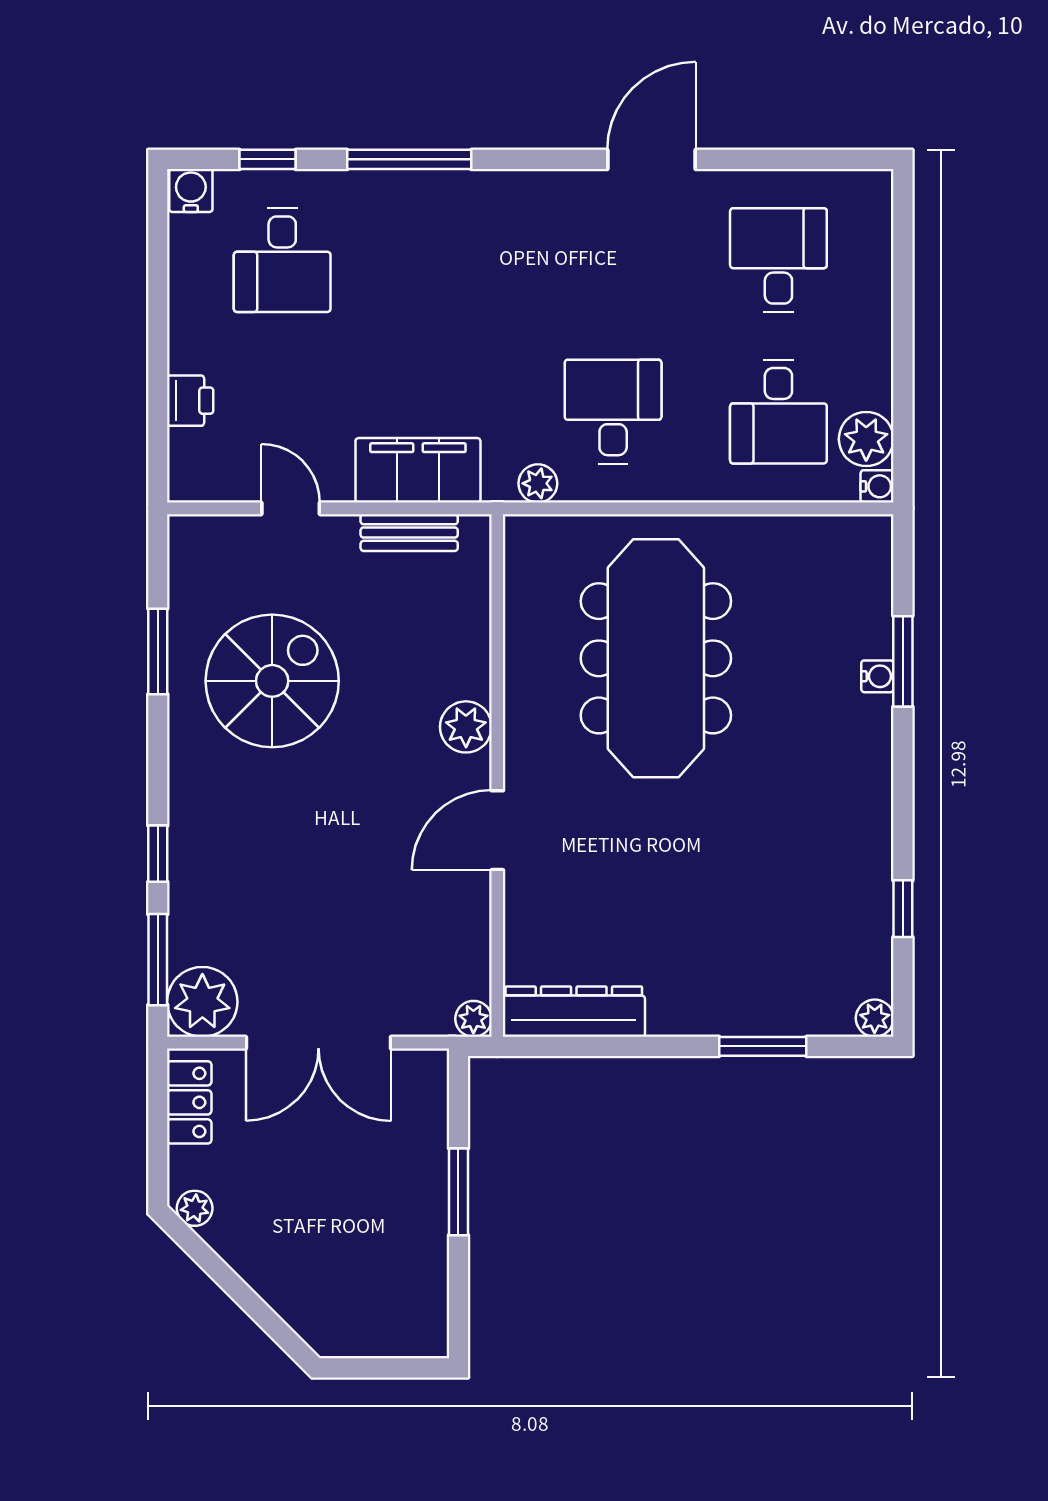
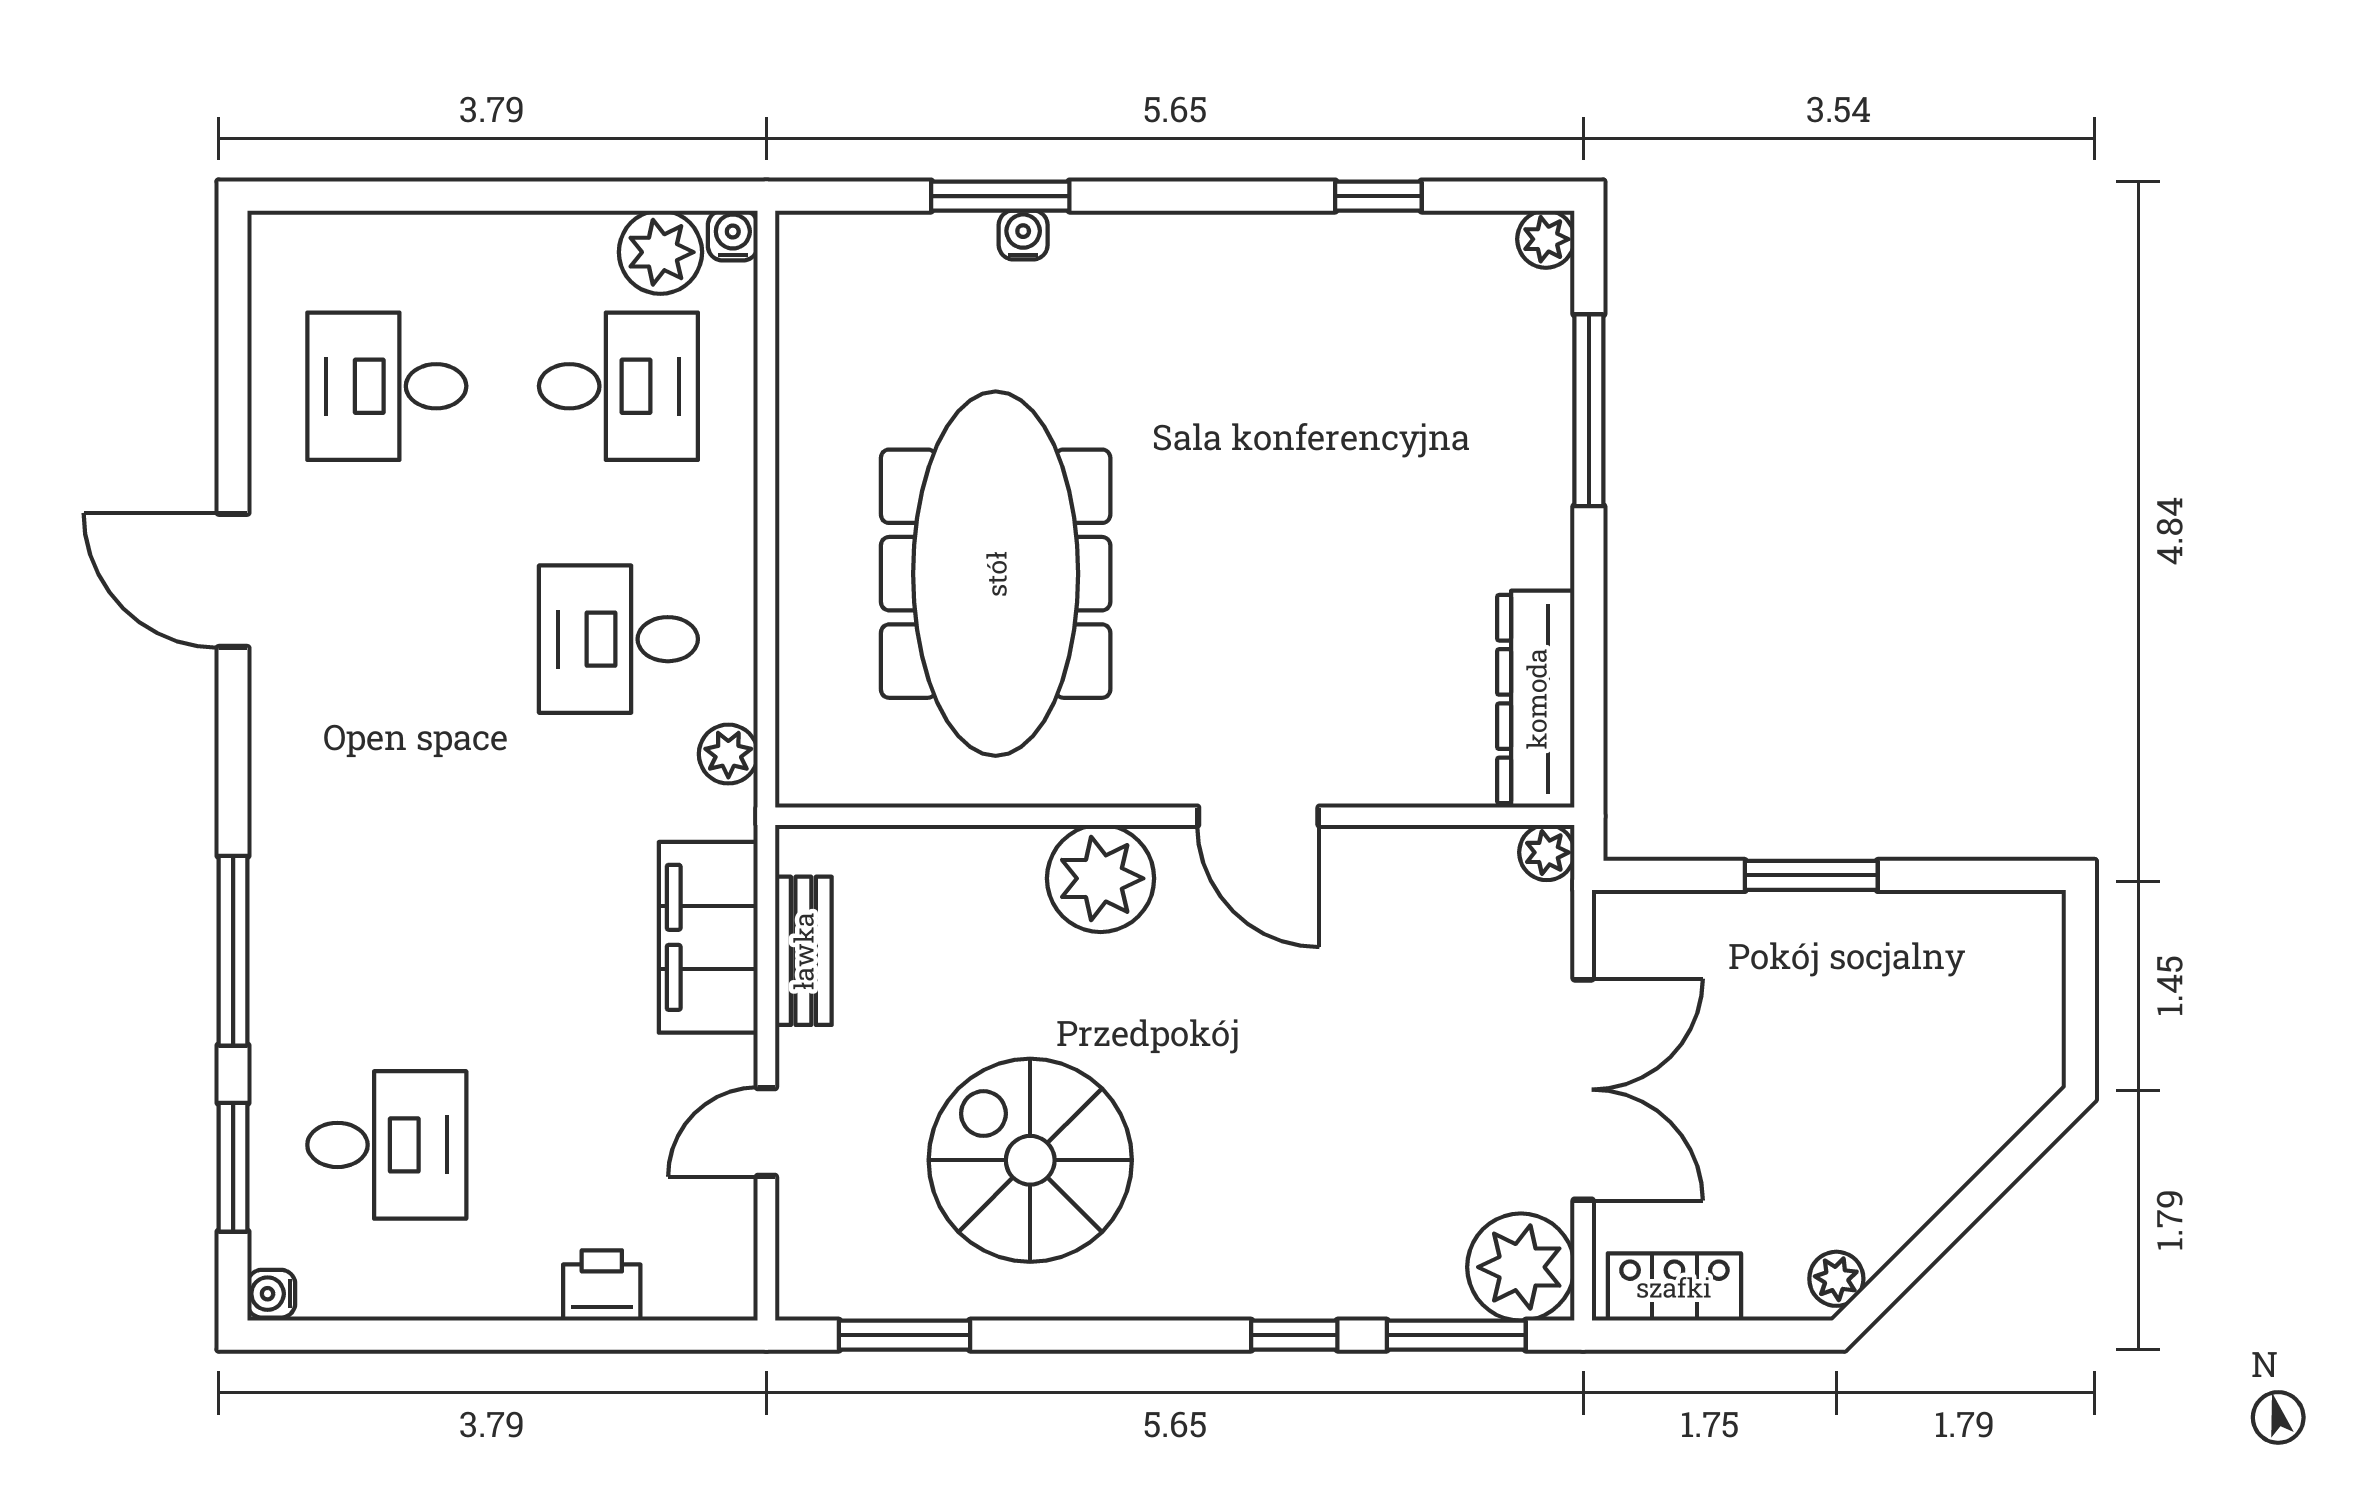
window: (268, 159) -> (233, 1167), width x1.50
water cooler: (191, 190) -> (271, 1294), width x0.72, depth x0.72
window: (158, 651) -> (905, 1335), moved
meeting table: (656, 658) -> (996, 574), turned 90
plant: (466, 727) -> (1101, 878), width x1.36, depth x1.36
window: (763, 1046) -> (1589, 410), width x1.44

